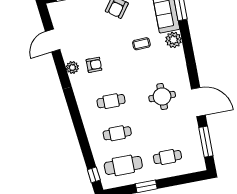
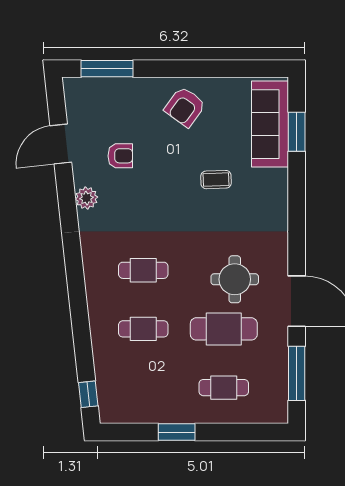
plant: (173, 40) -> (274, 183), removed
armchair: (94, 65) -> (120, 156), moved
cafe table: (123, 165) -> (224, 329), moved

